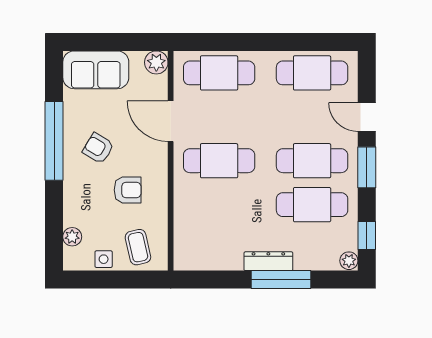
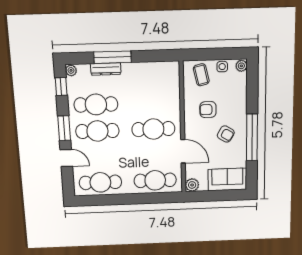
plant: (72, 237) -> (241, 66), moved
dresser: (268, 261) -> (106, 69), moved

